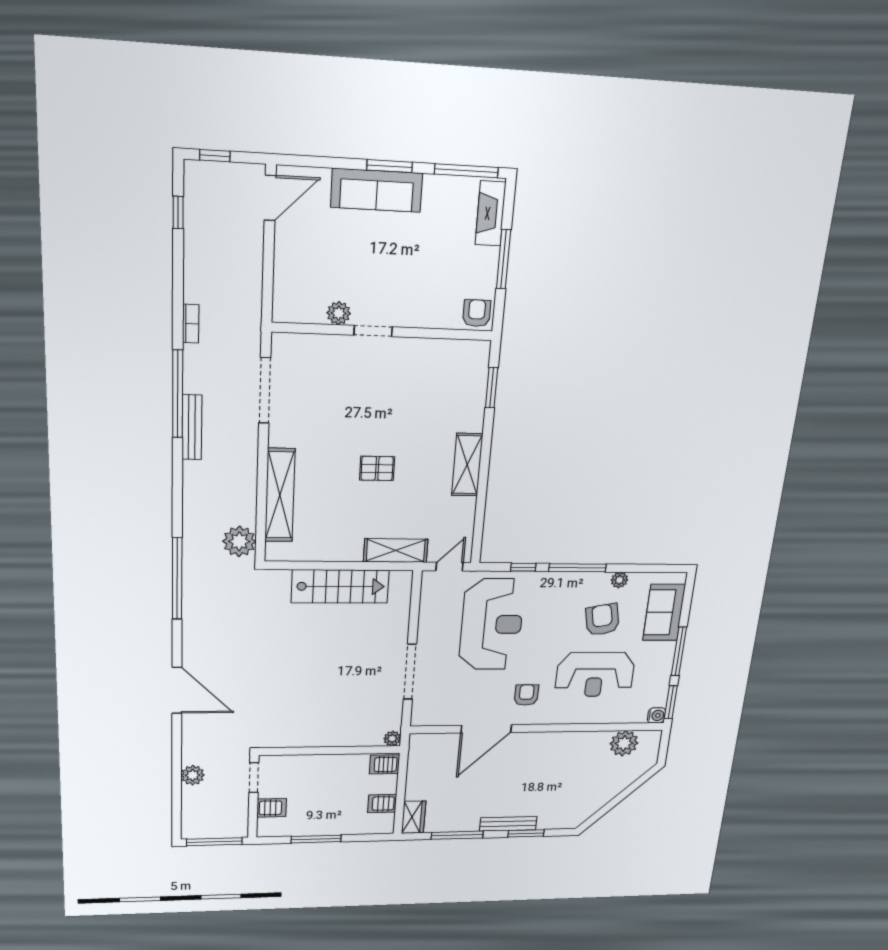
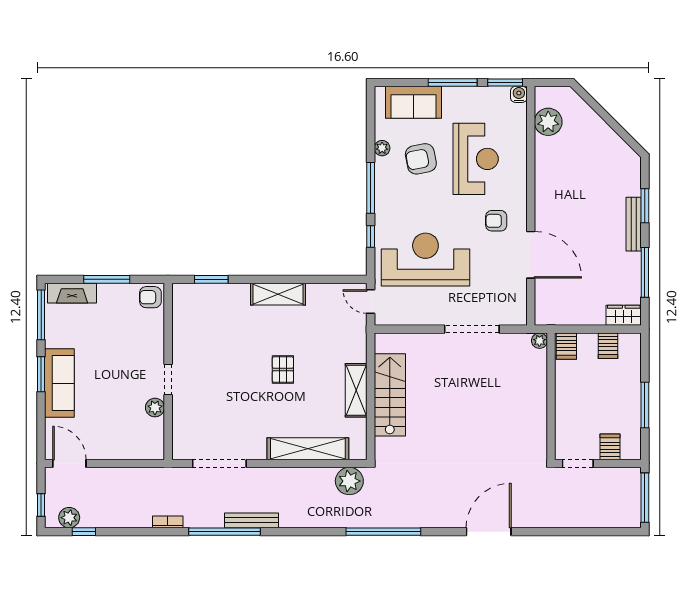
shelving: (396, 551) -> (356, 390), moved
plant: (193, 775) -> (69, 518), moved

